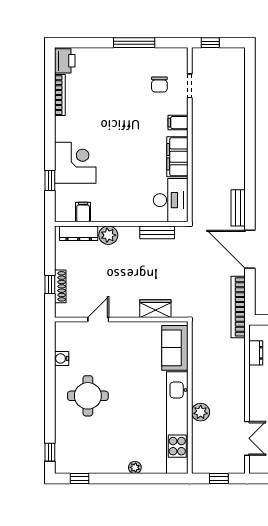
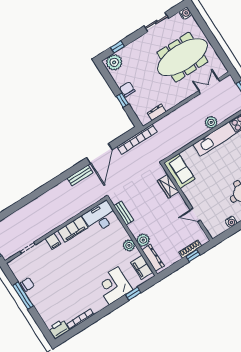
chair: (159, 85) -> (27, 284), moved
filing cabinet: (83, 212) -> (142, 267), width x2.00
plant: (113, 213) -> (129, 245), added
sofa: (175, 348) -> (179, 171), moved, turned -90

